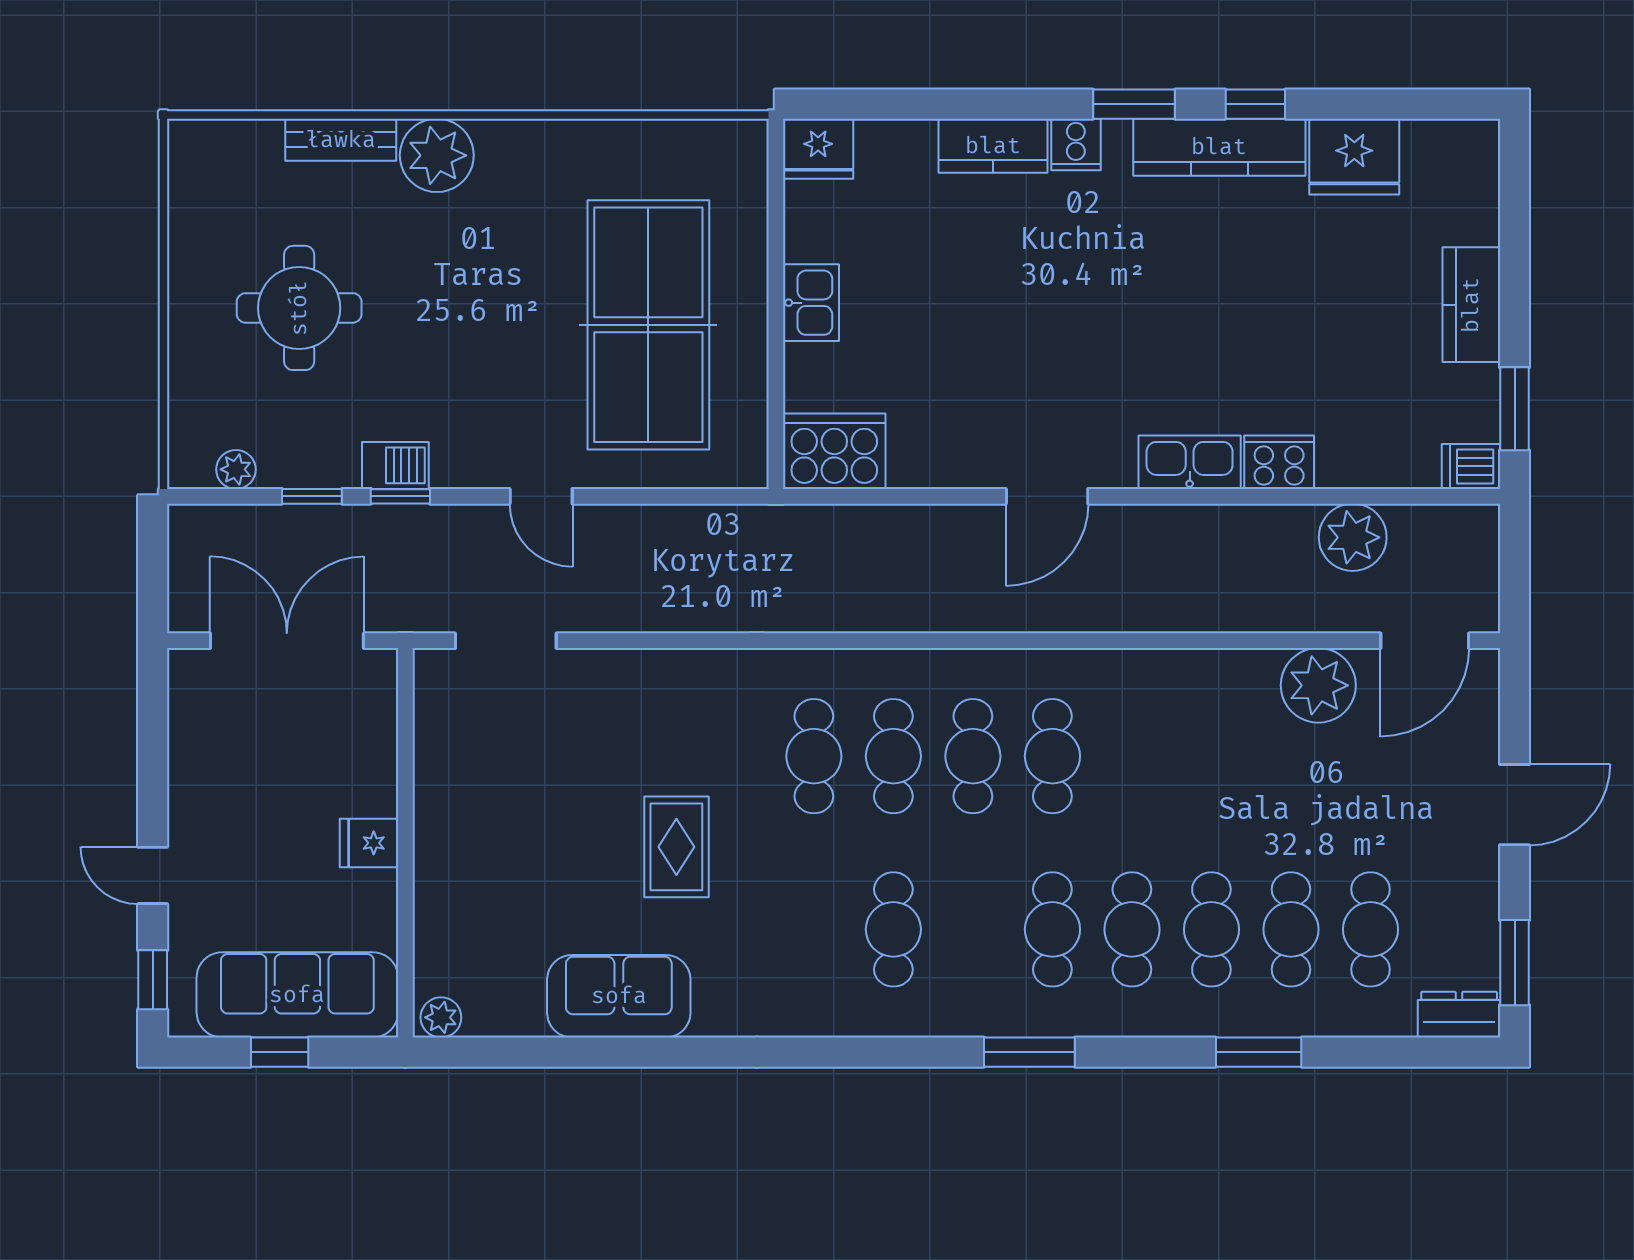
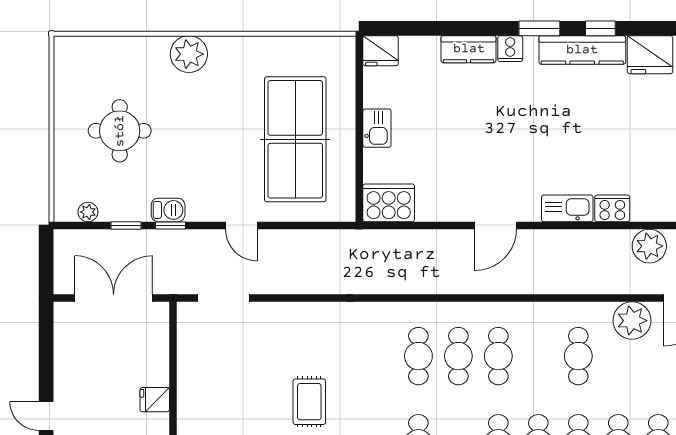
bench: (341, 140) -> (141, 46), removed
cafe table: (814, 756) -> (578, 356), moved

